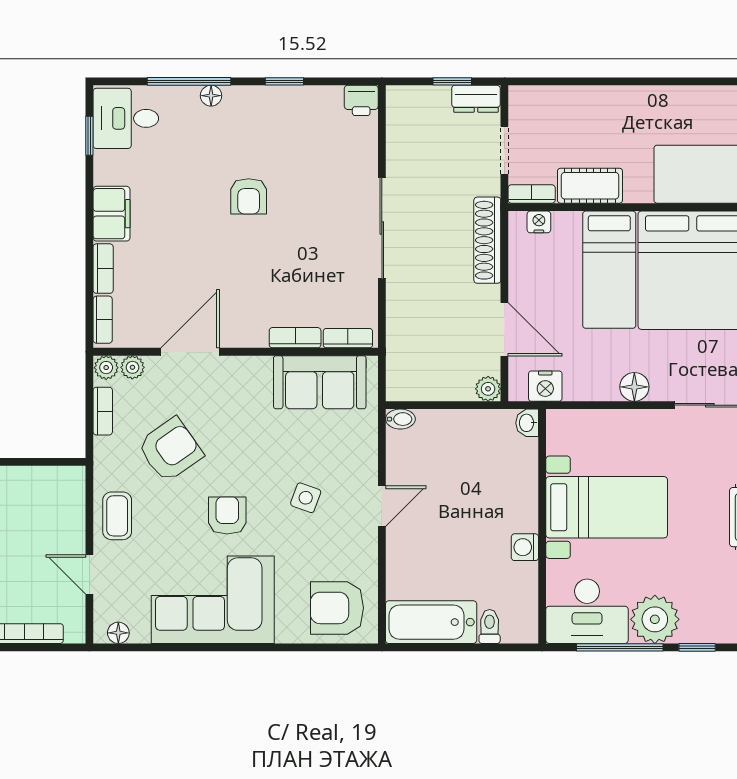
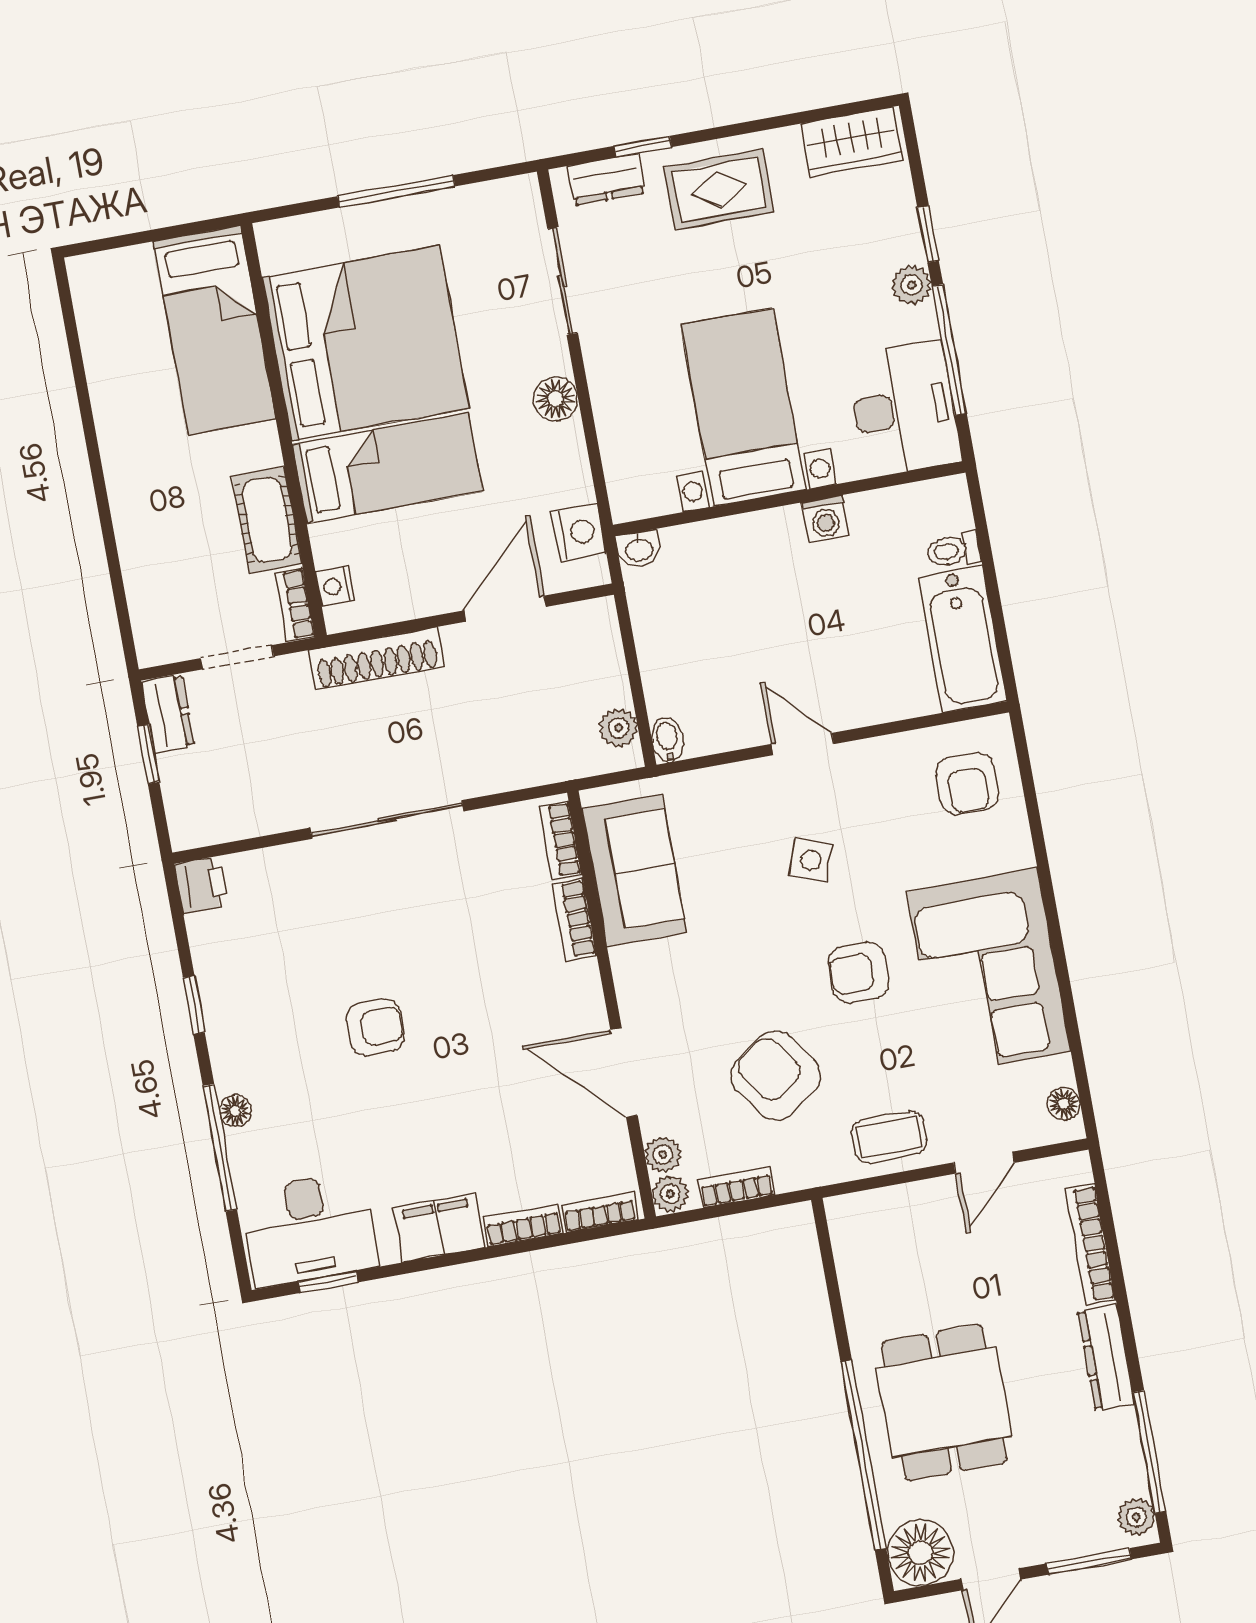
desk: (126, 118) -> (309, 1229), width x1.37
plant: (488, 389) -> (619, 728), moved
armchair: (337, 608) -> (967, 783), width x0.72, depth x0.72
plant: (655, 619) -> (912, 285), width x0.53, depth x0.53

